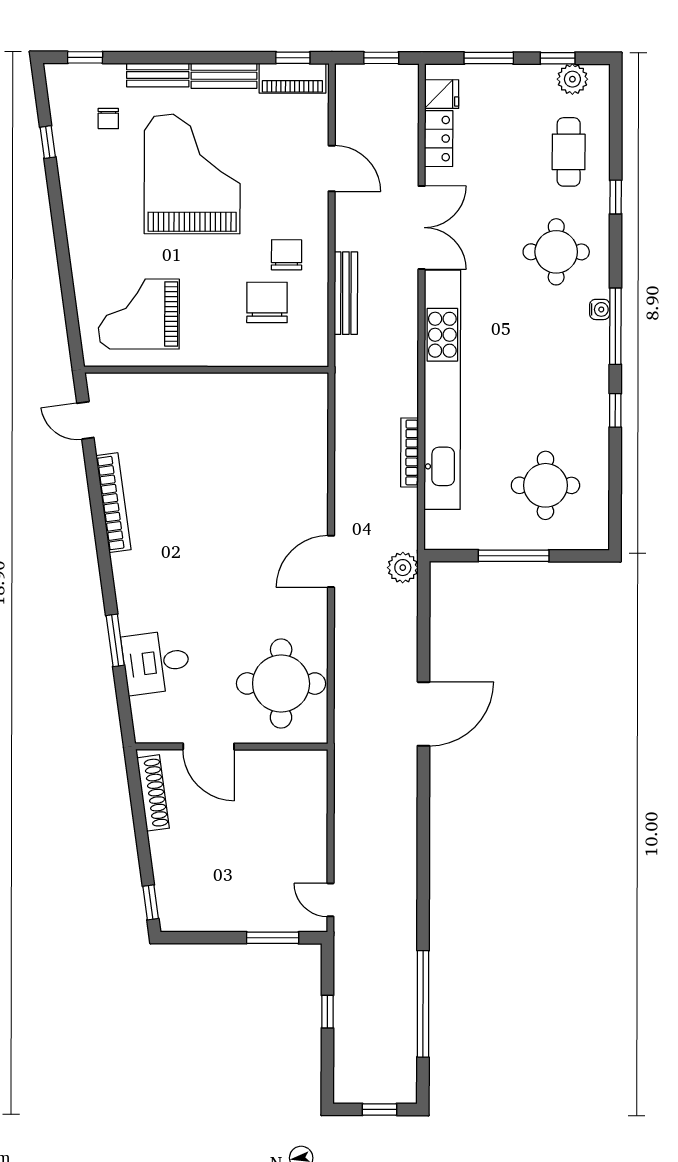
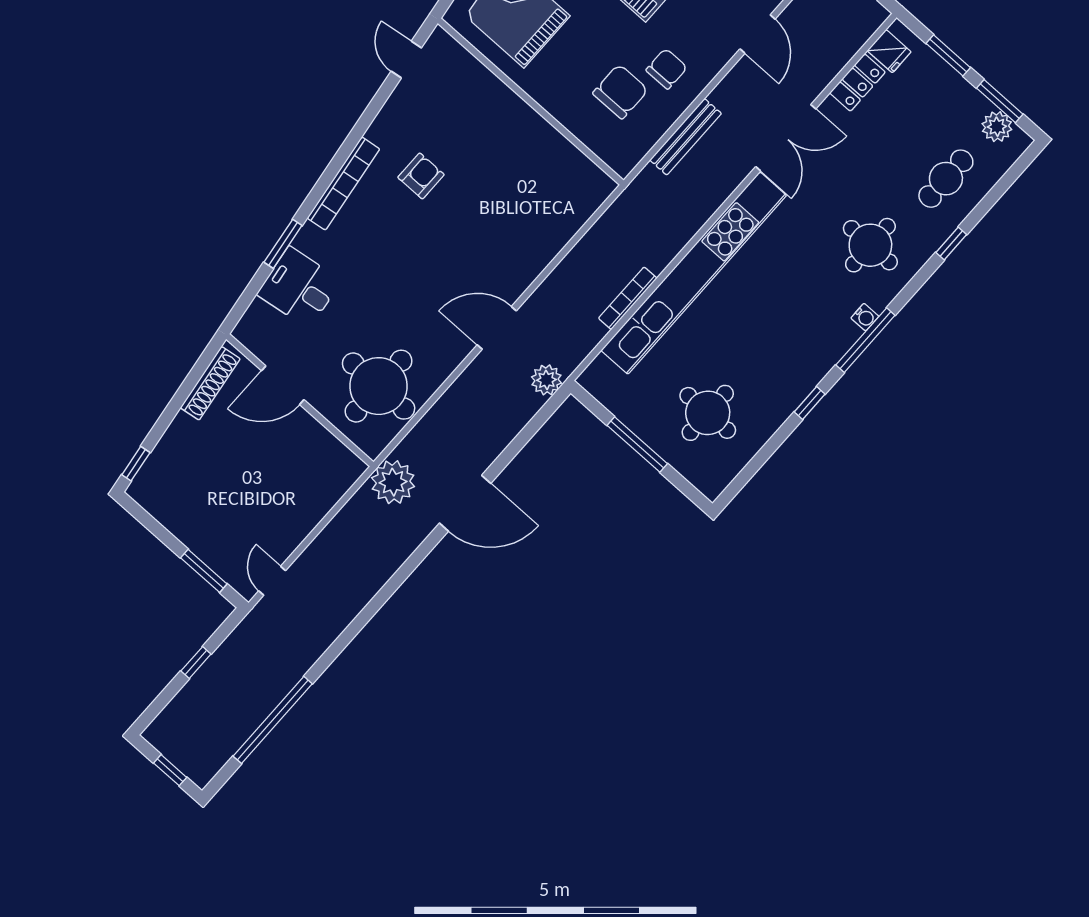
window: (558, 58) -> (1000, 101), width x1.50
armchair: (174, 498) -> (421, 176), added
bookcase: (113, 503) -> (344, 184), moved
door: (209, 746) -> (283, 385), hinge flipped
plant: (356, 746) -> (393, 482), added

